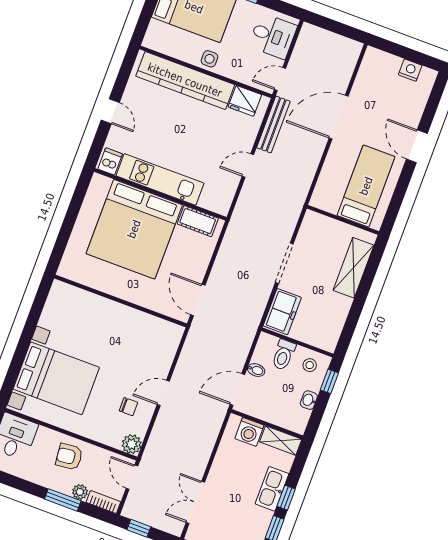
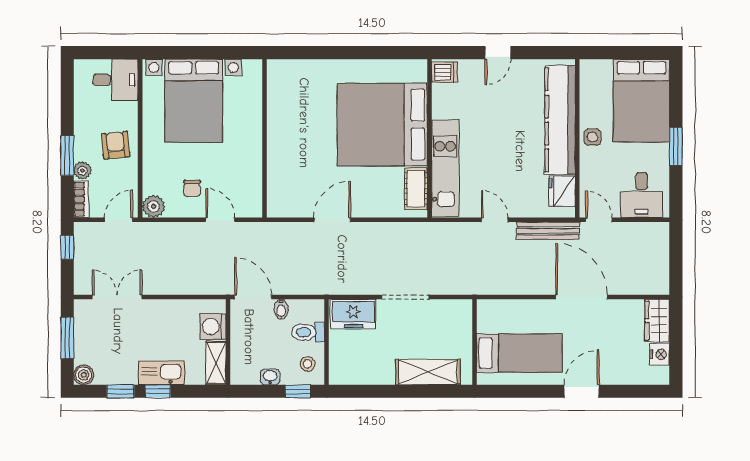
wardrobe: (381, 62) -> (657, 320), added
kitchen unit: (160, 179) -> (445, 168), moved
wall: (121, 301) -> (264, 138), moved

